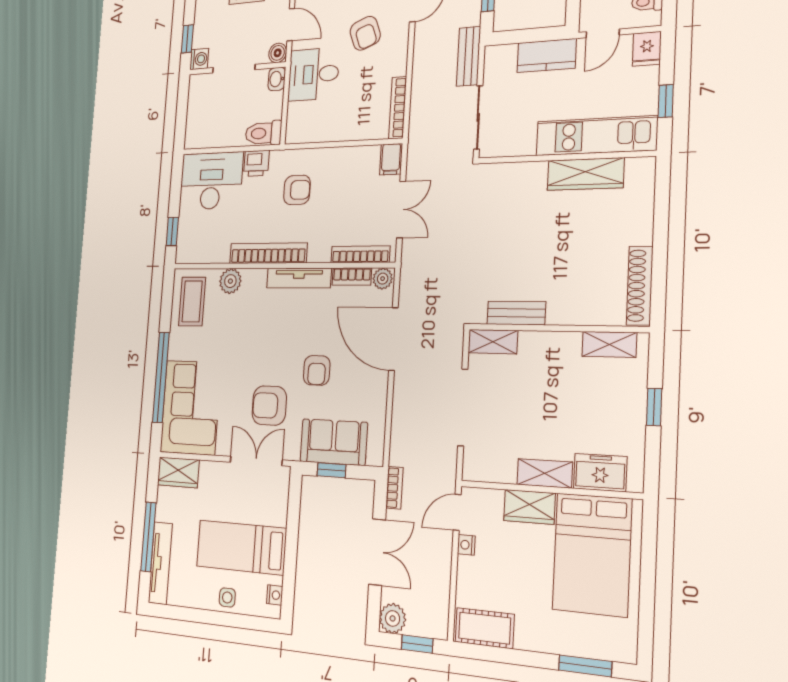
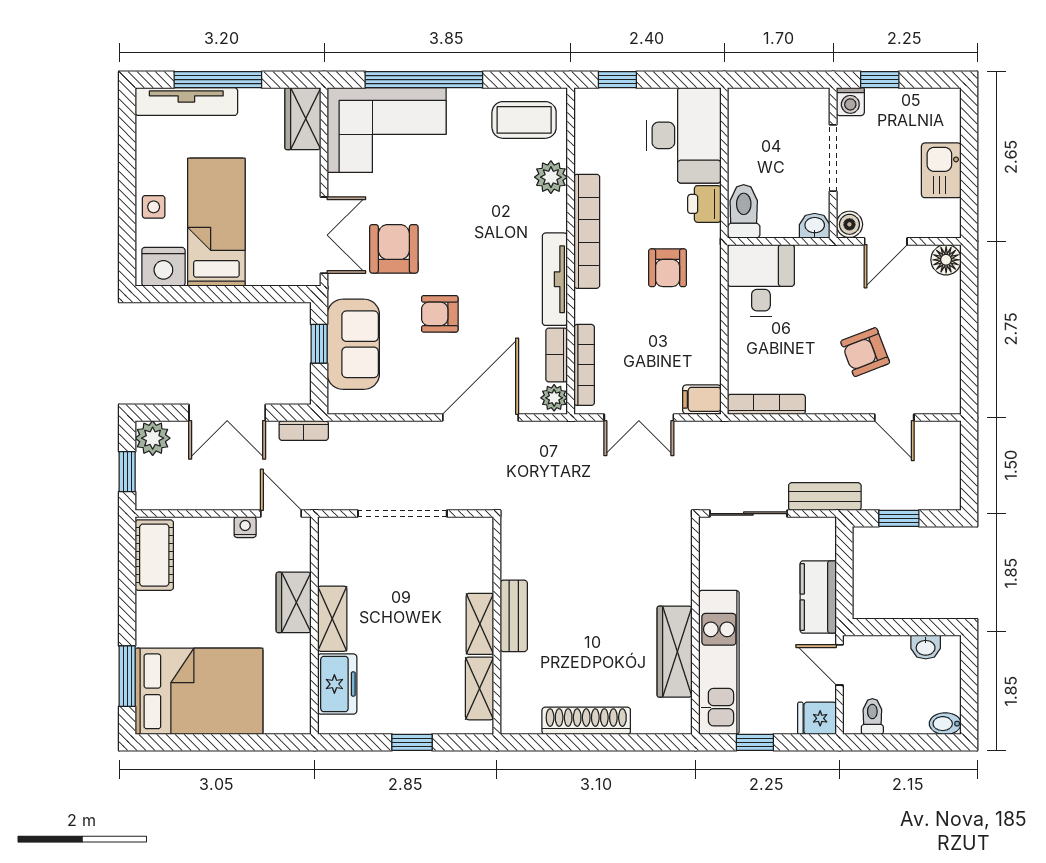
desk: (314, 74) -> (761, 281), moved
shoe rack: (640, 286) -> (586, 721), moved
bench: (516, 313) -> (514, 616), moved
shelving: (493, 342) -> (480, 624), moved
bed: (592, 554) -> (199, 691), moved, turned 180
nightstand: (275, 595) -> (163, 267), width x1.89, depth x1.79

